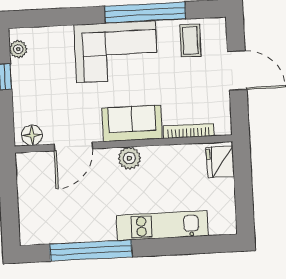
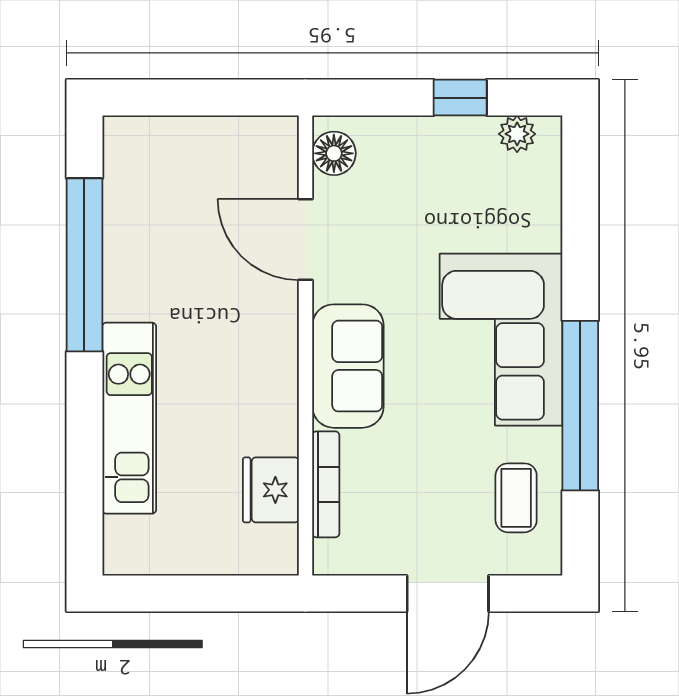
coffee table: (190, 41) -> (516, 498), turned 90
plant: (129, 158) -> (275, 356), removed
fridge: (220, 162) -> (271, 490), moved, turned -90

